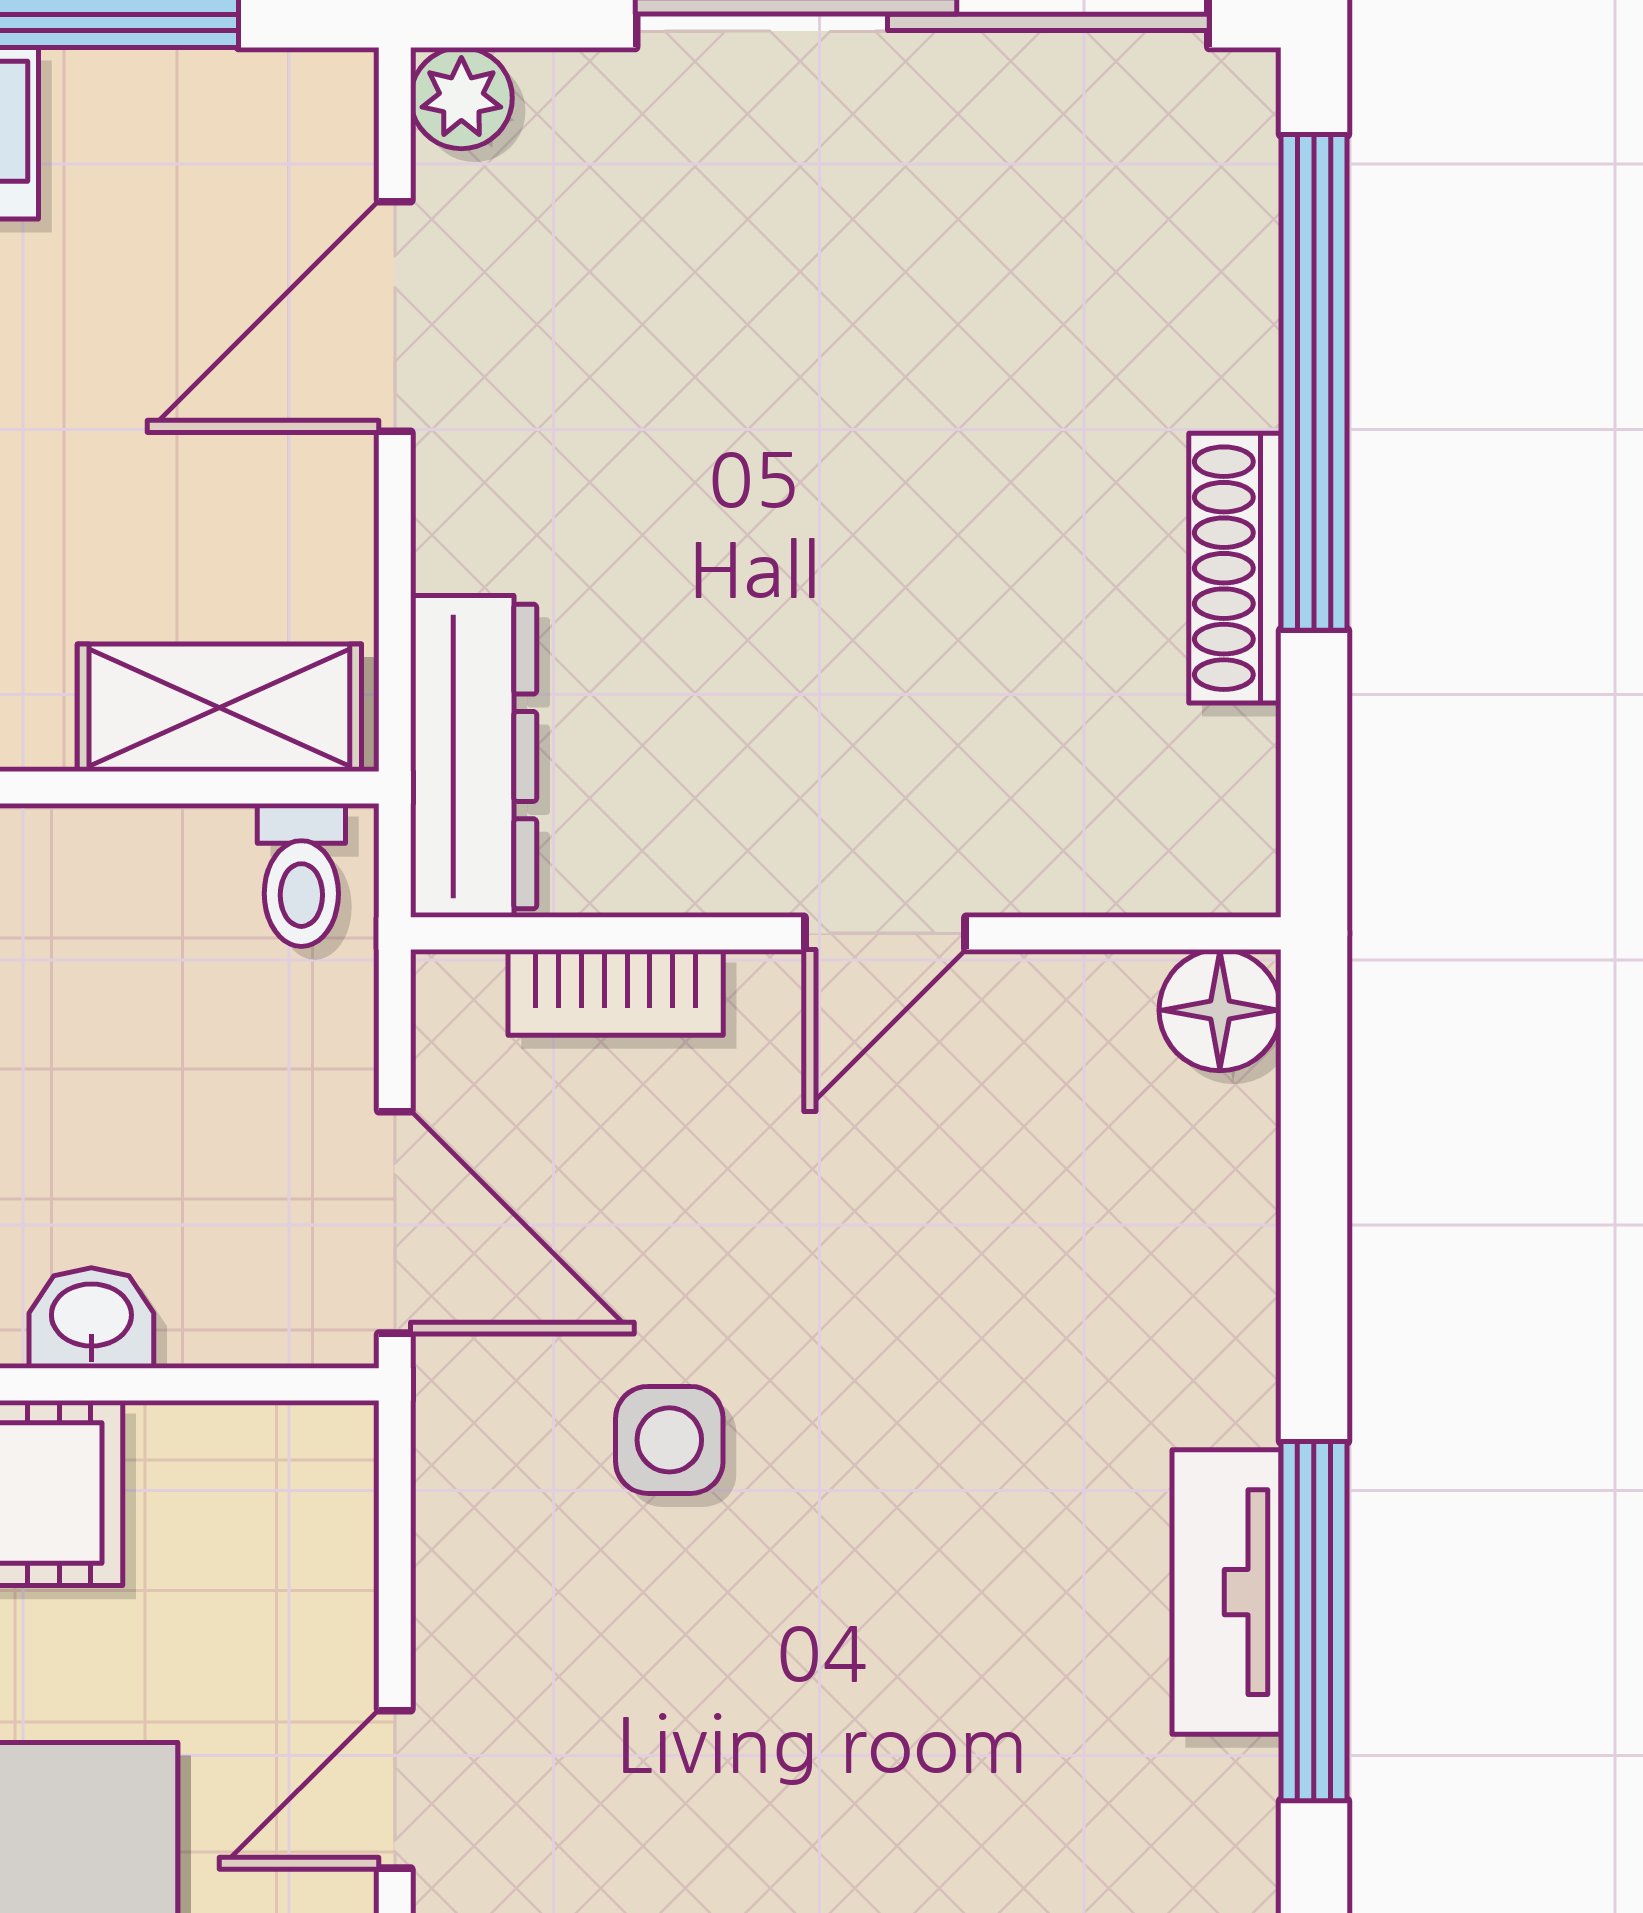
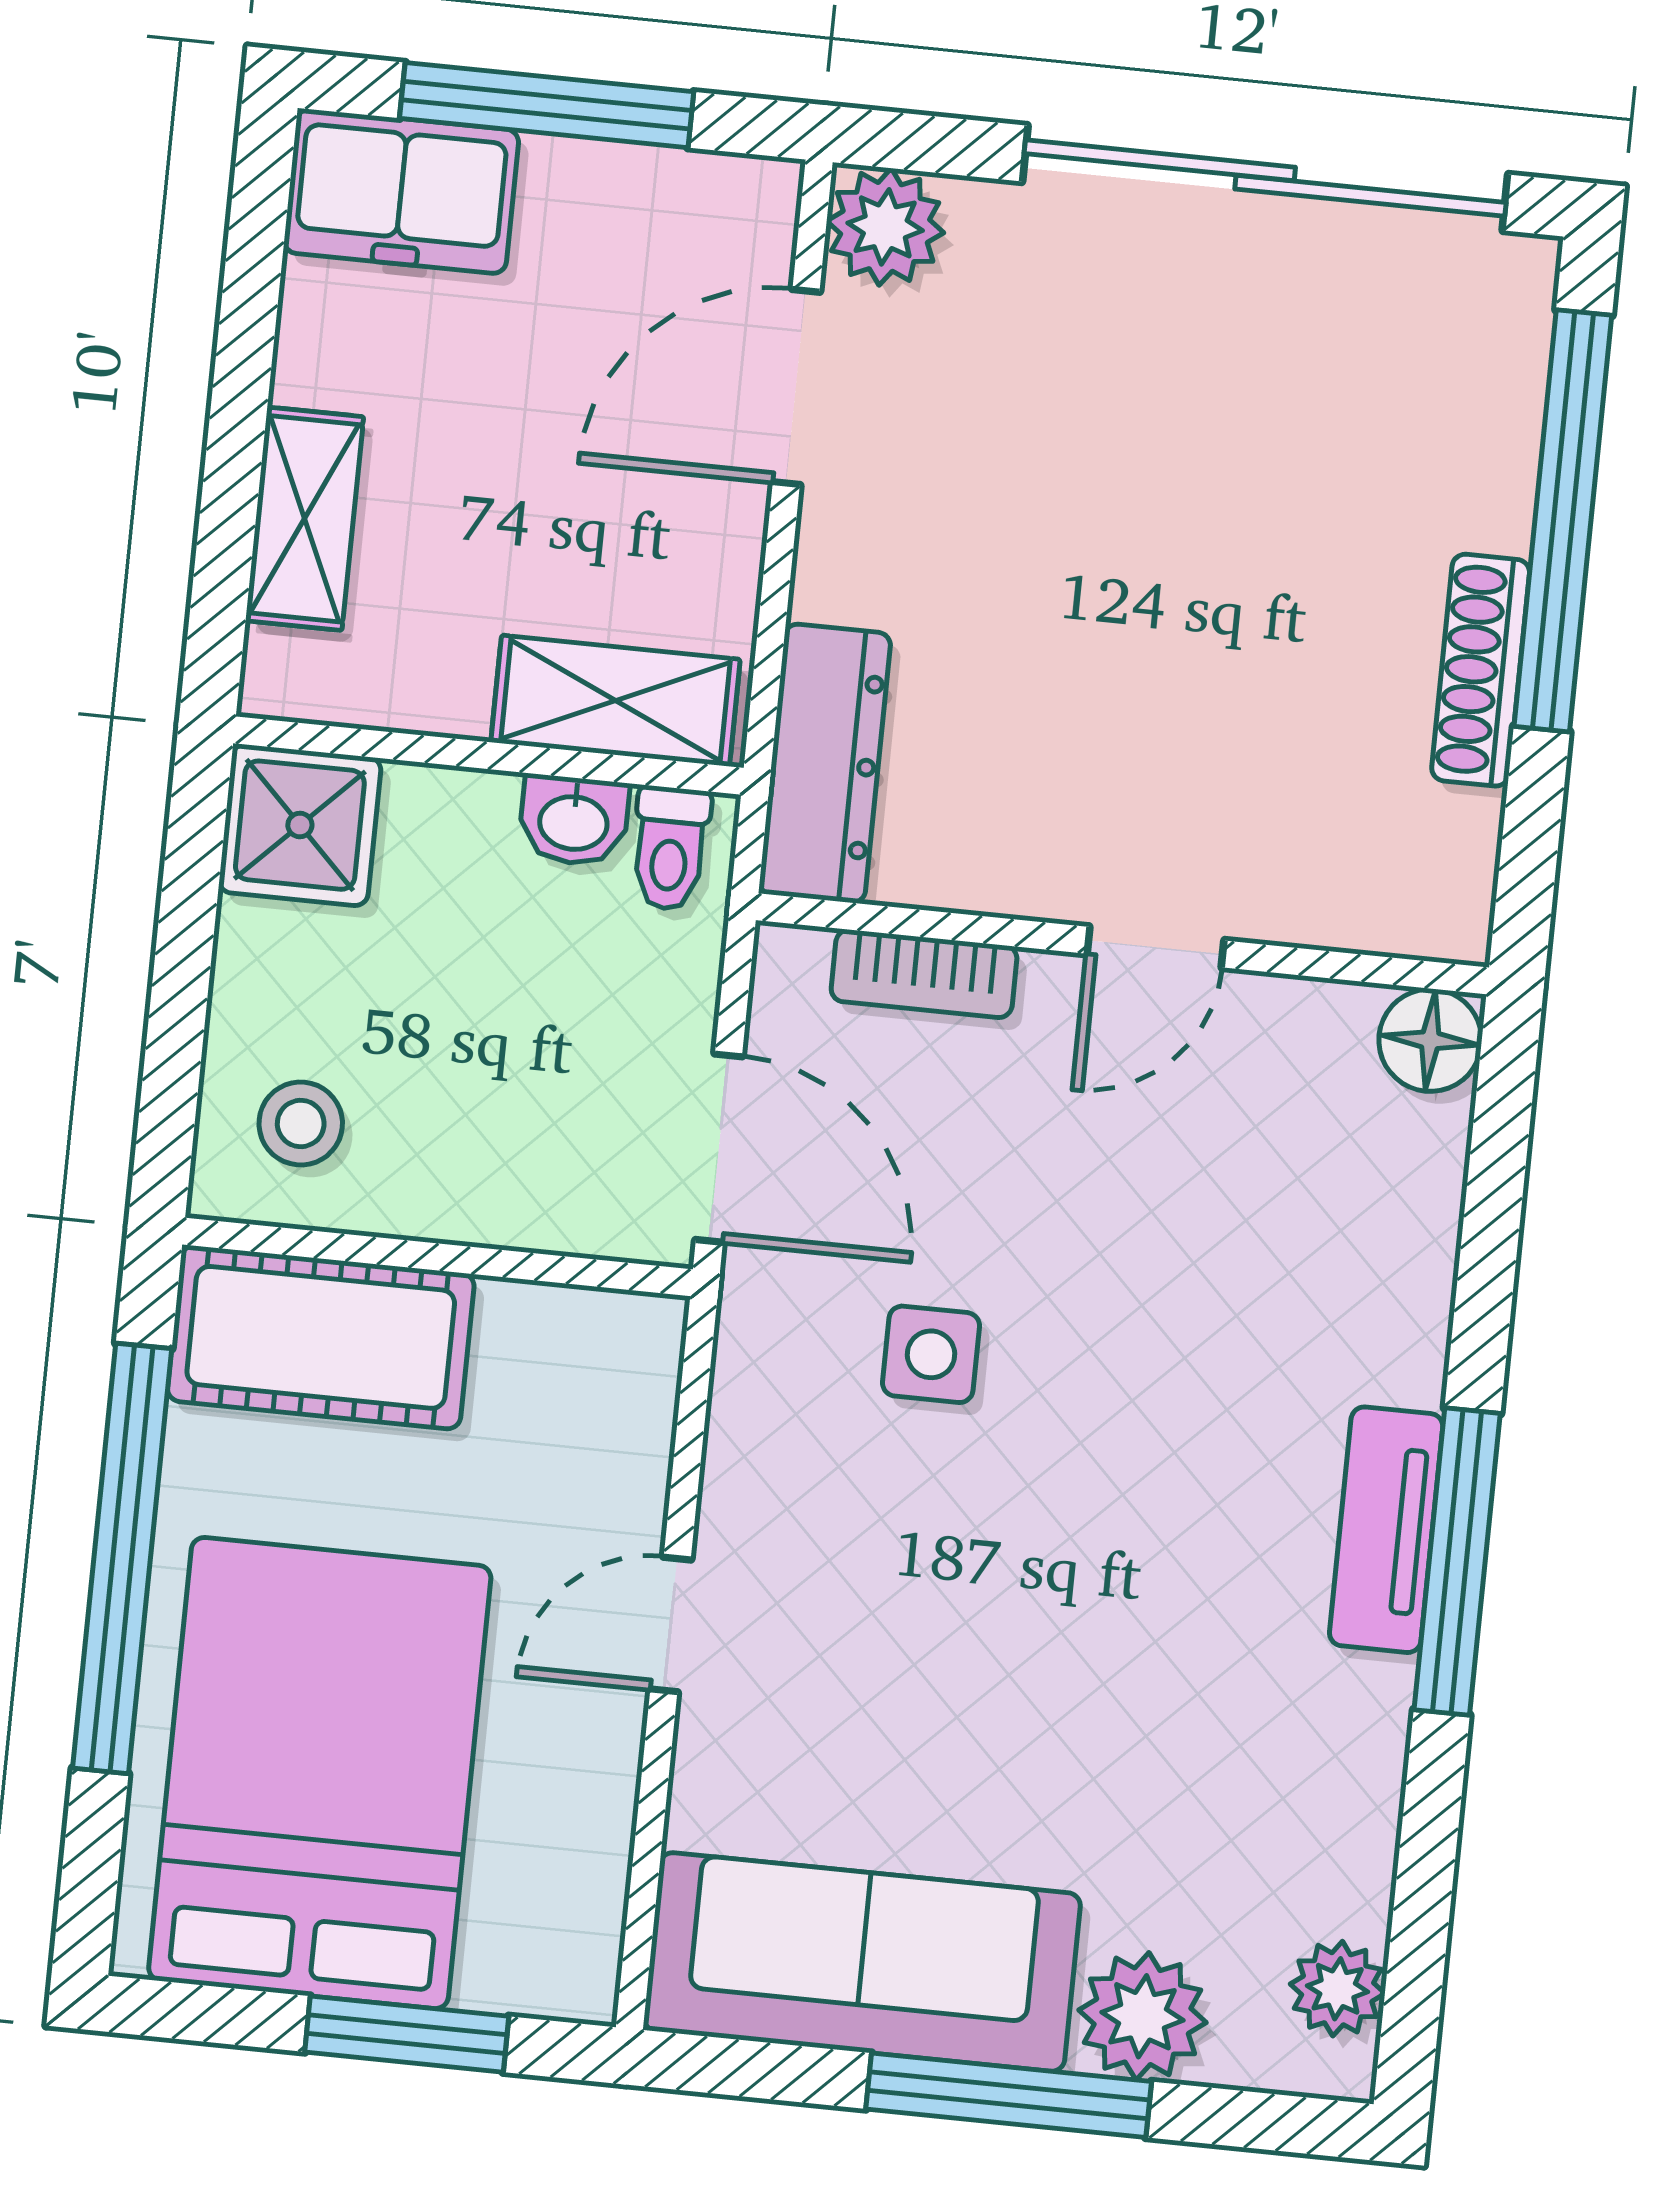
plant: (461, 98) -> (885, 227), width x1.38, depth x1.38
washbasin: (91, 1318) -> (574, 820), moved, turned 180

